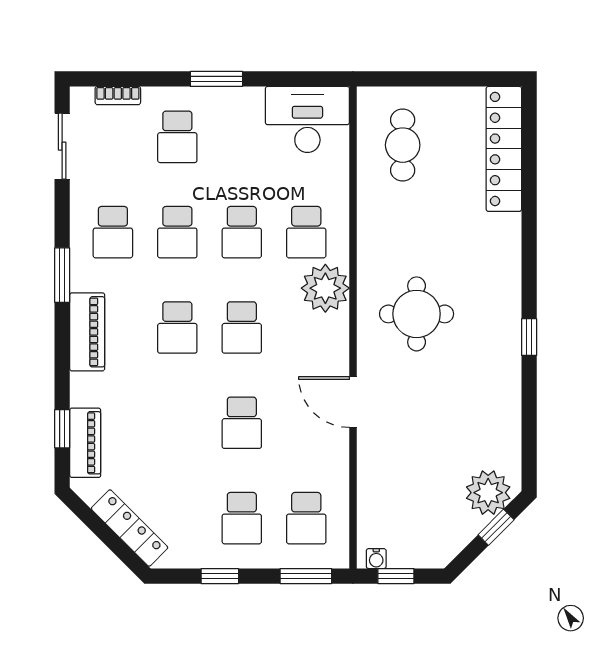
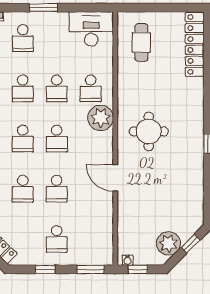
plant: (488, 493) -> (168, 243), moved
school desk: (306, 518) -> (23, 189), moved

